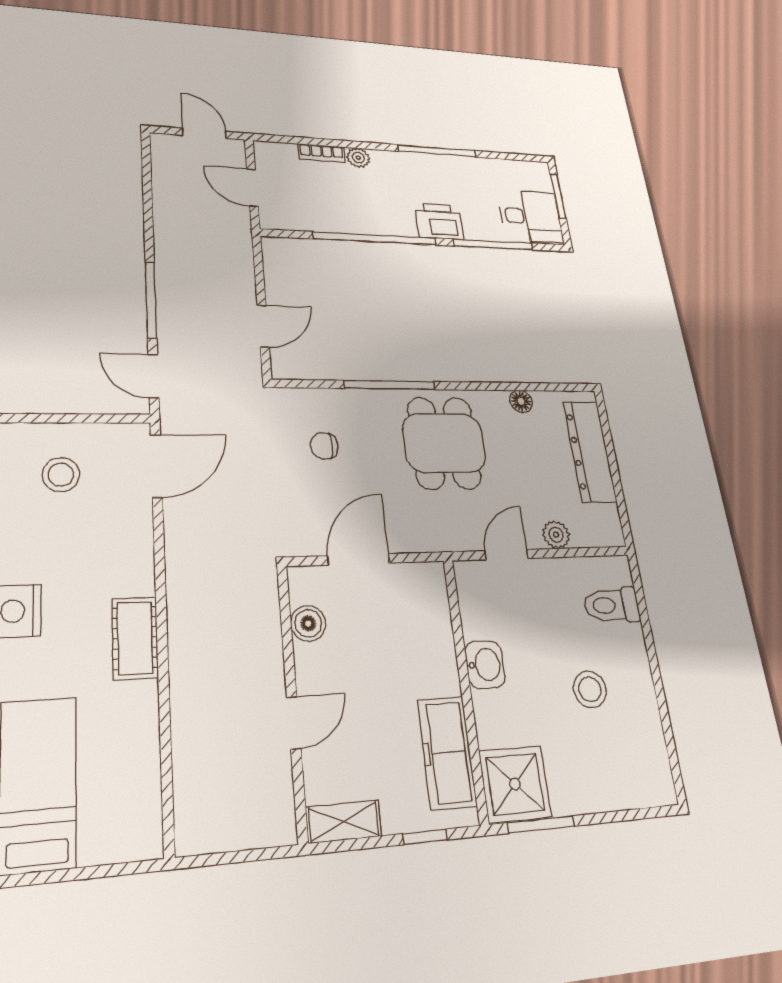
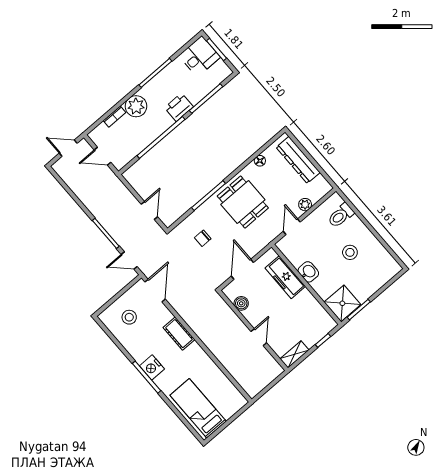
plant: (358, 158) -> (136, 106), width x1.88, depth x1.88
desk: (530, 216) -> (199, 56), moved
cot: (135, 638) -> (179, 334), moved
freezer: (447, 752) -> (285, 277), moved

